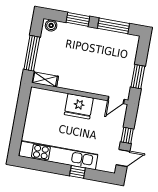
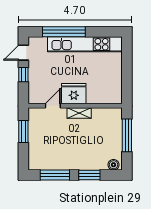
shelving: (45, 79) -> (79, 113), moved
door: (116, 100) -> (53, 106), moved
window: (77, 172) -> (64, 32), width x3.17

